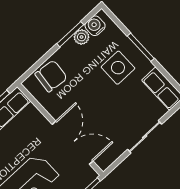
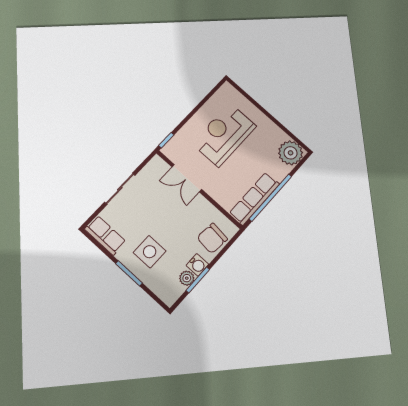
water cooler: (95, 26) -> (197, 265), moved
double door: (73, 143) -> (187, 178), width x0.73

